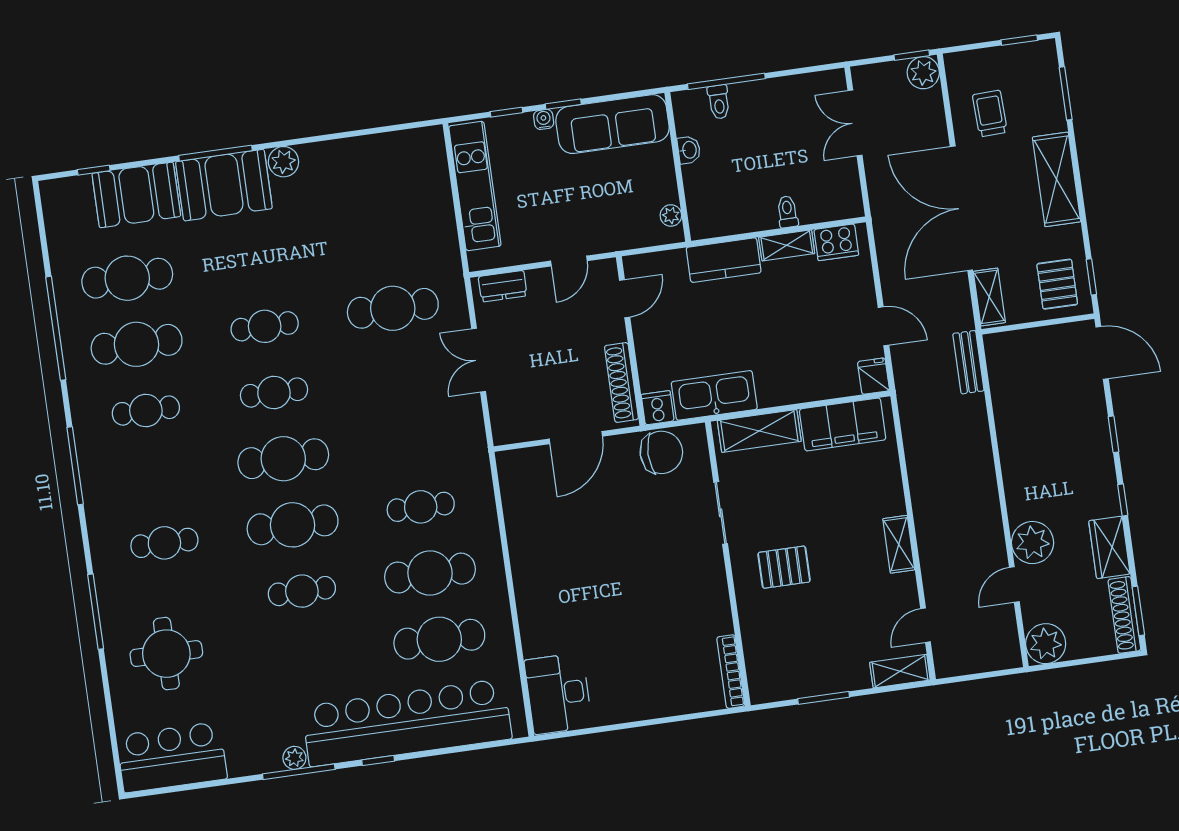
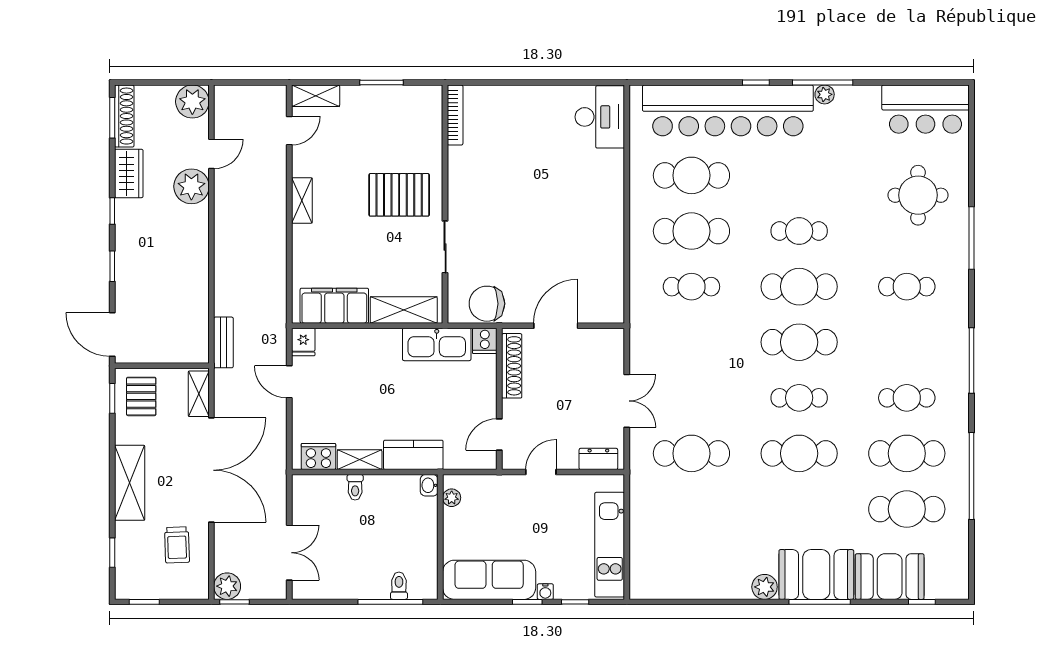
window: (1066, 93) -> (112, 553), width x0.67
washbasin: (689, 150) -> (429, 485), moved
cafe table: (265, 326) -> (799, 453), width x1.37, depth x1.35
pallet: (784, 567) -> (399, 195), width x1.50, depth x1.42

